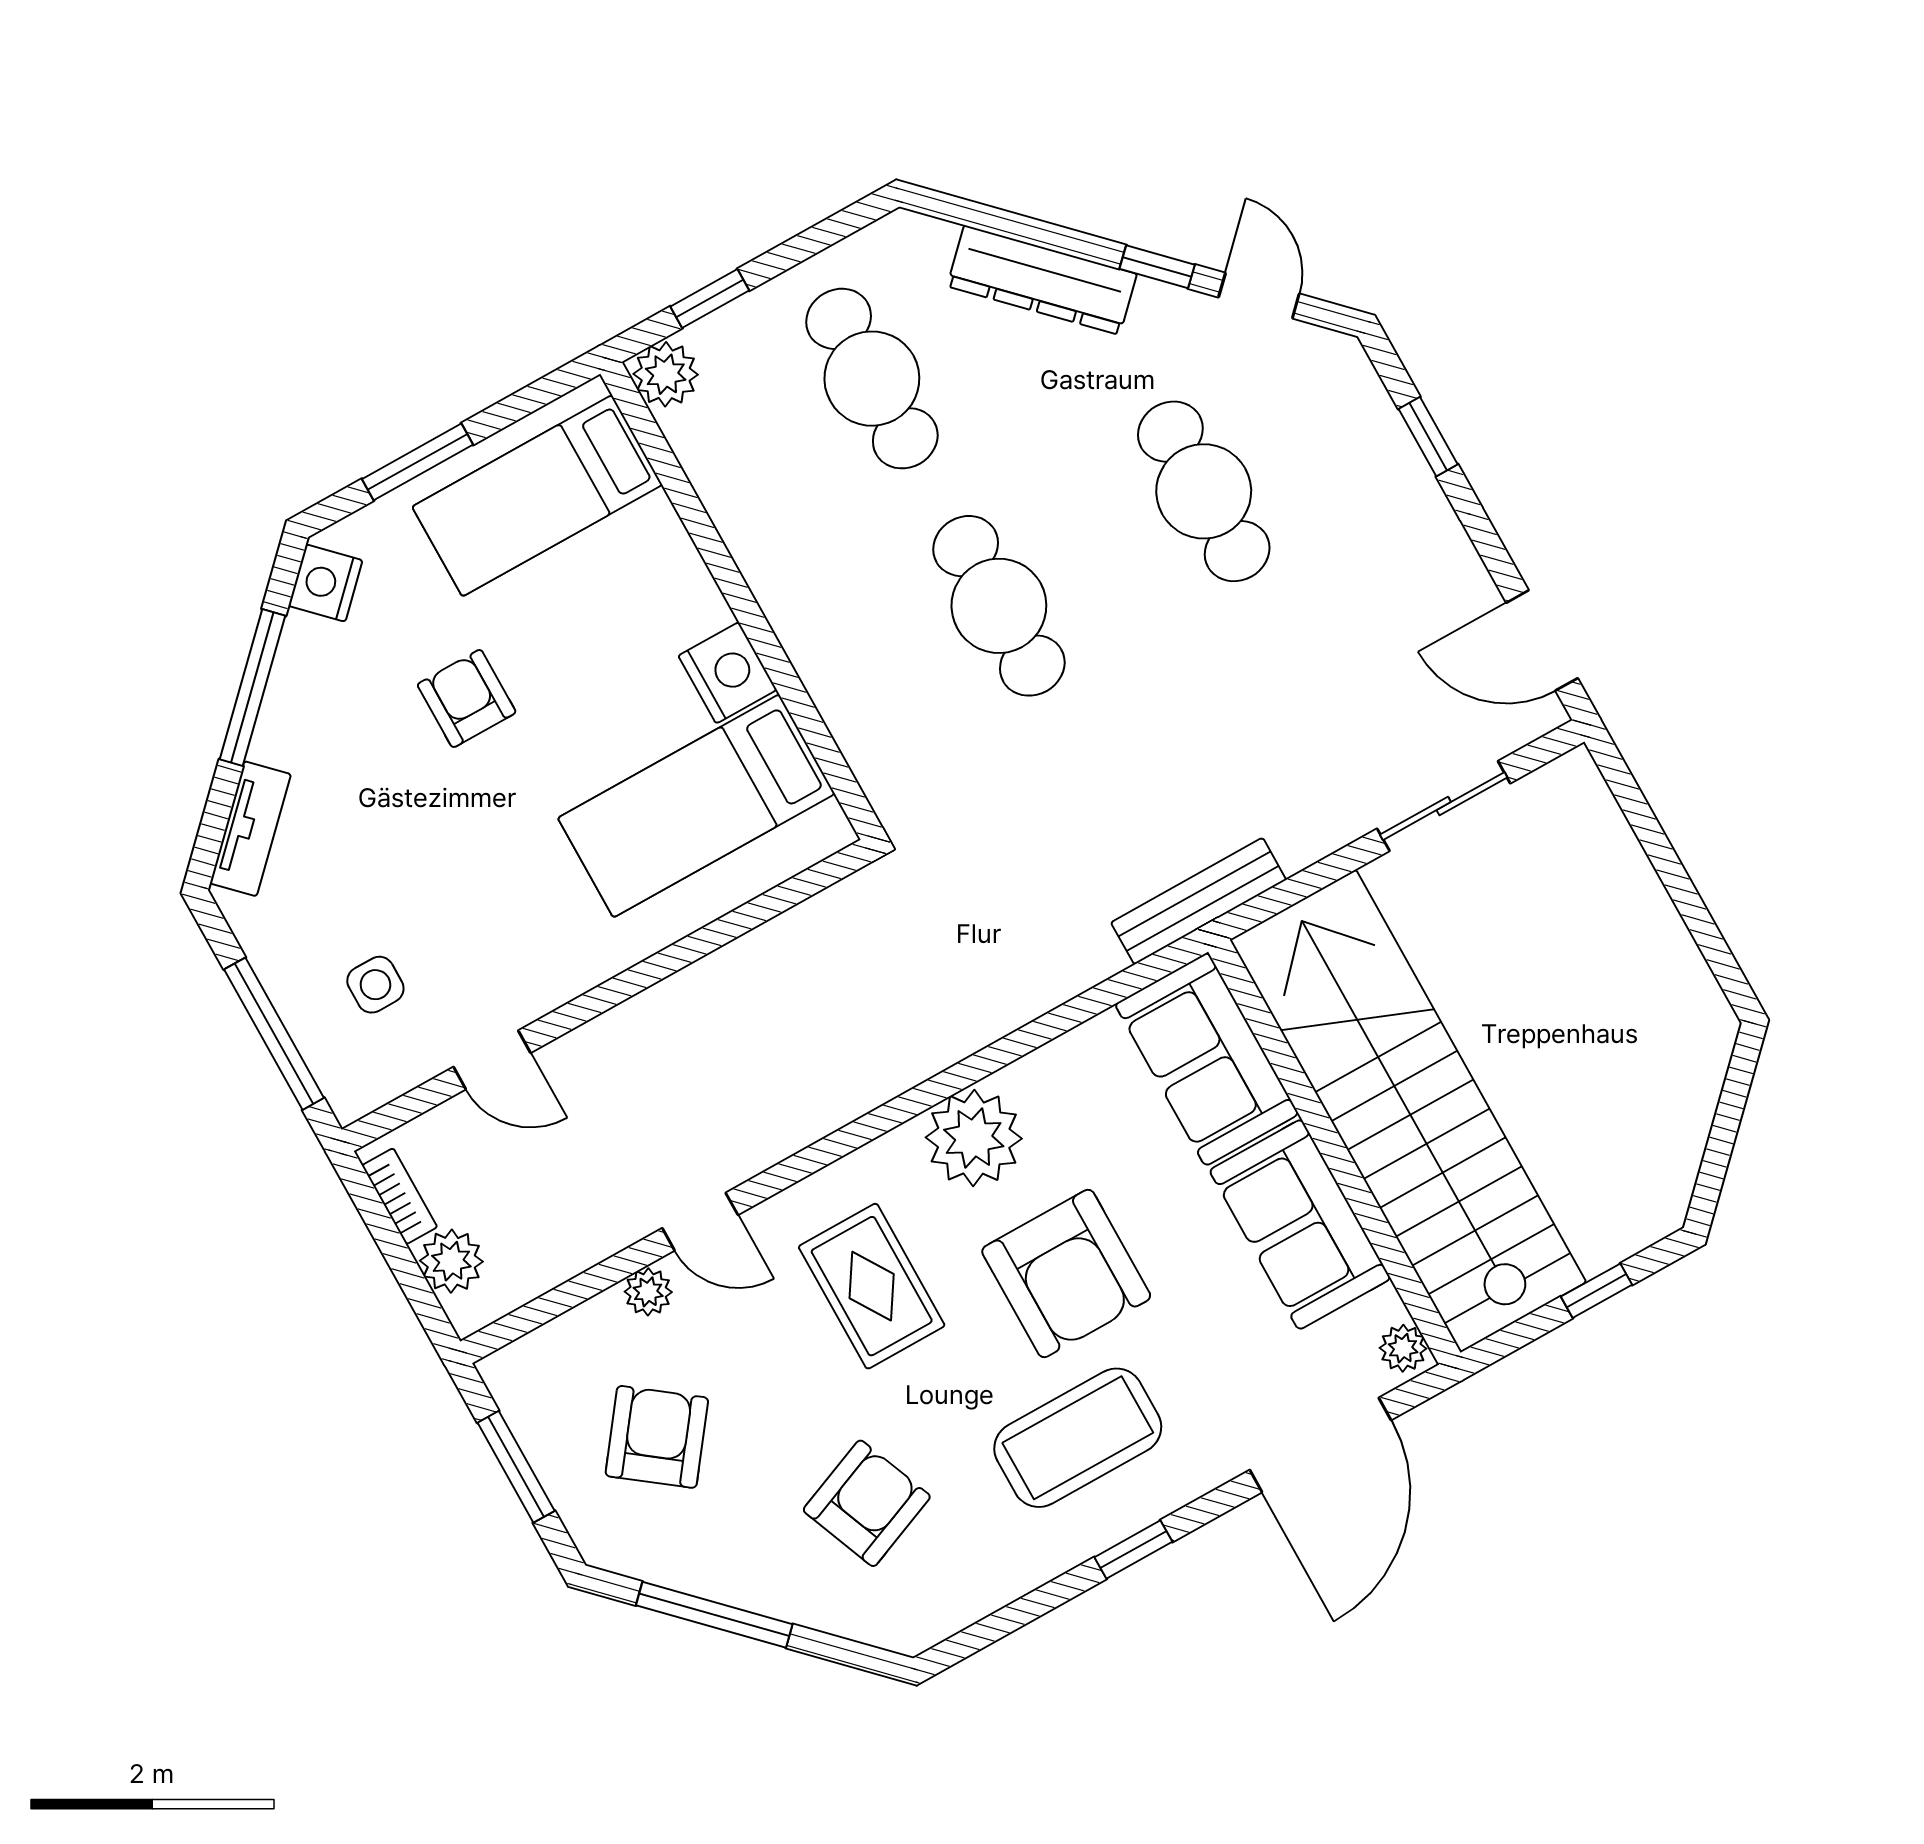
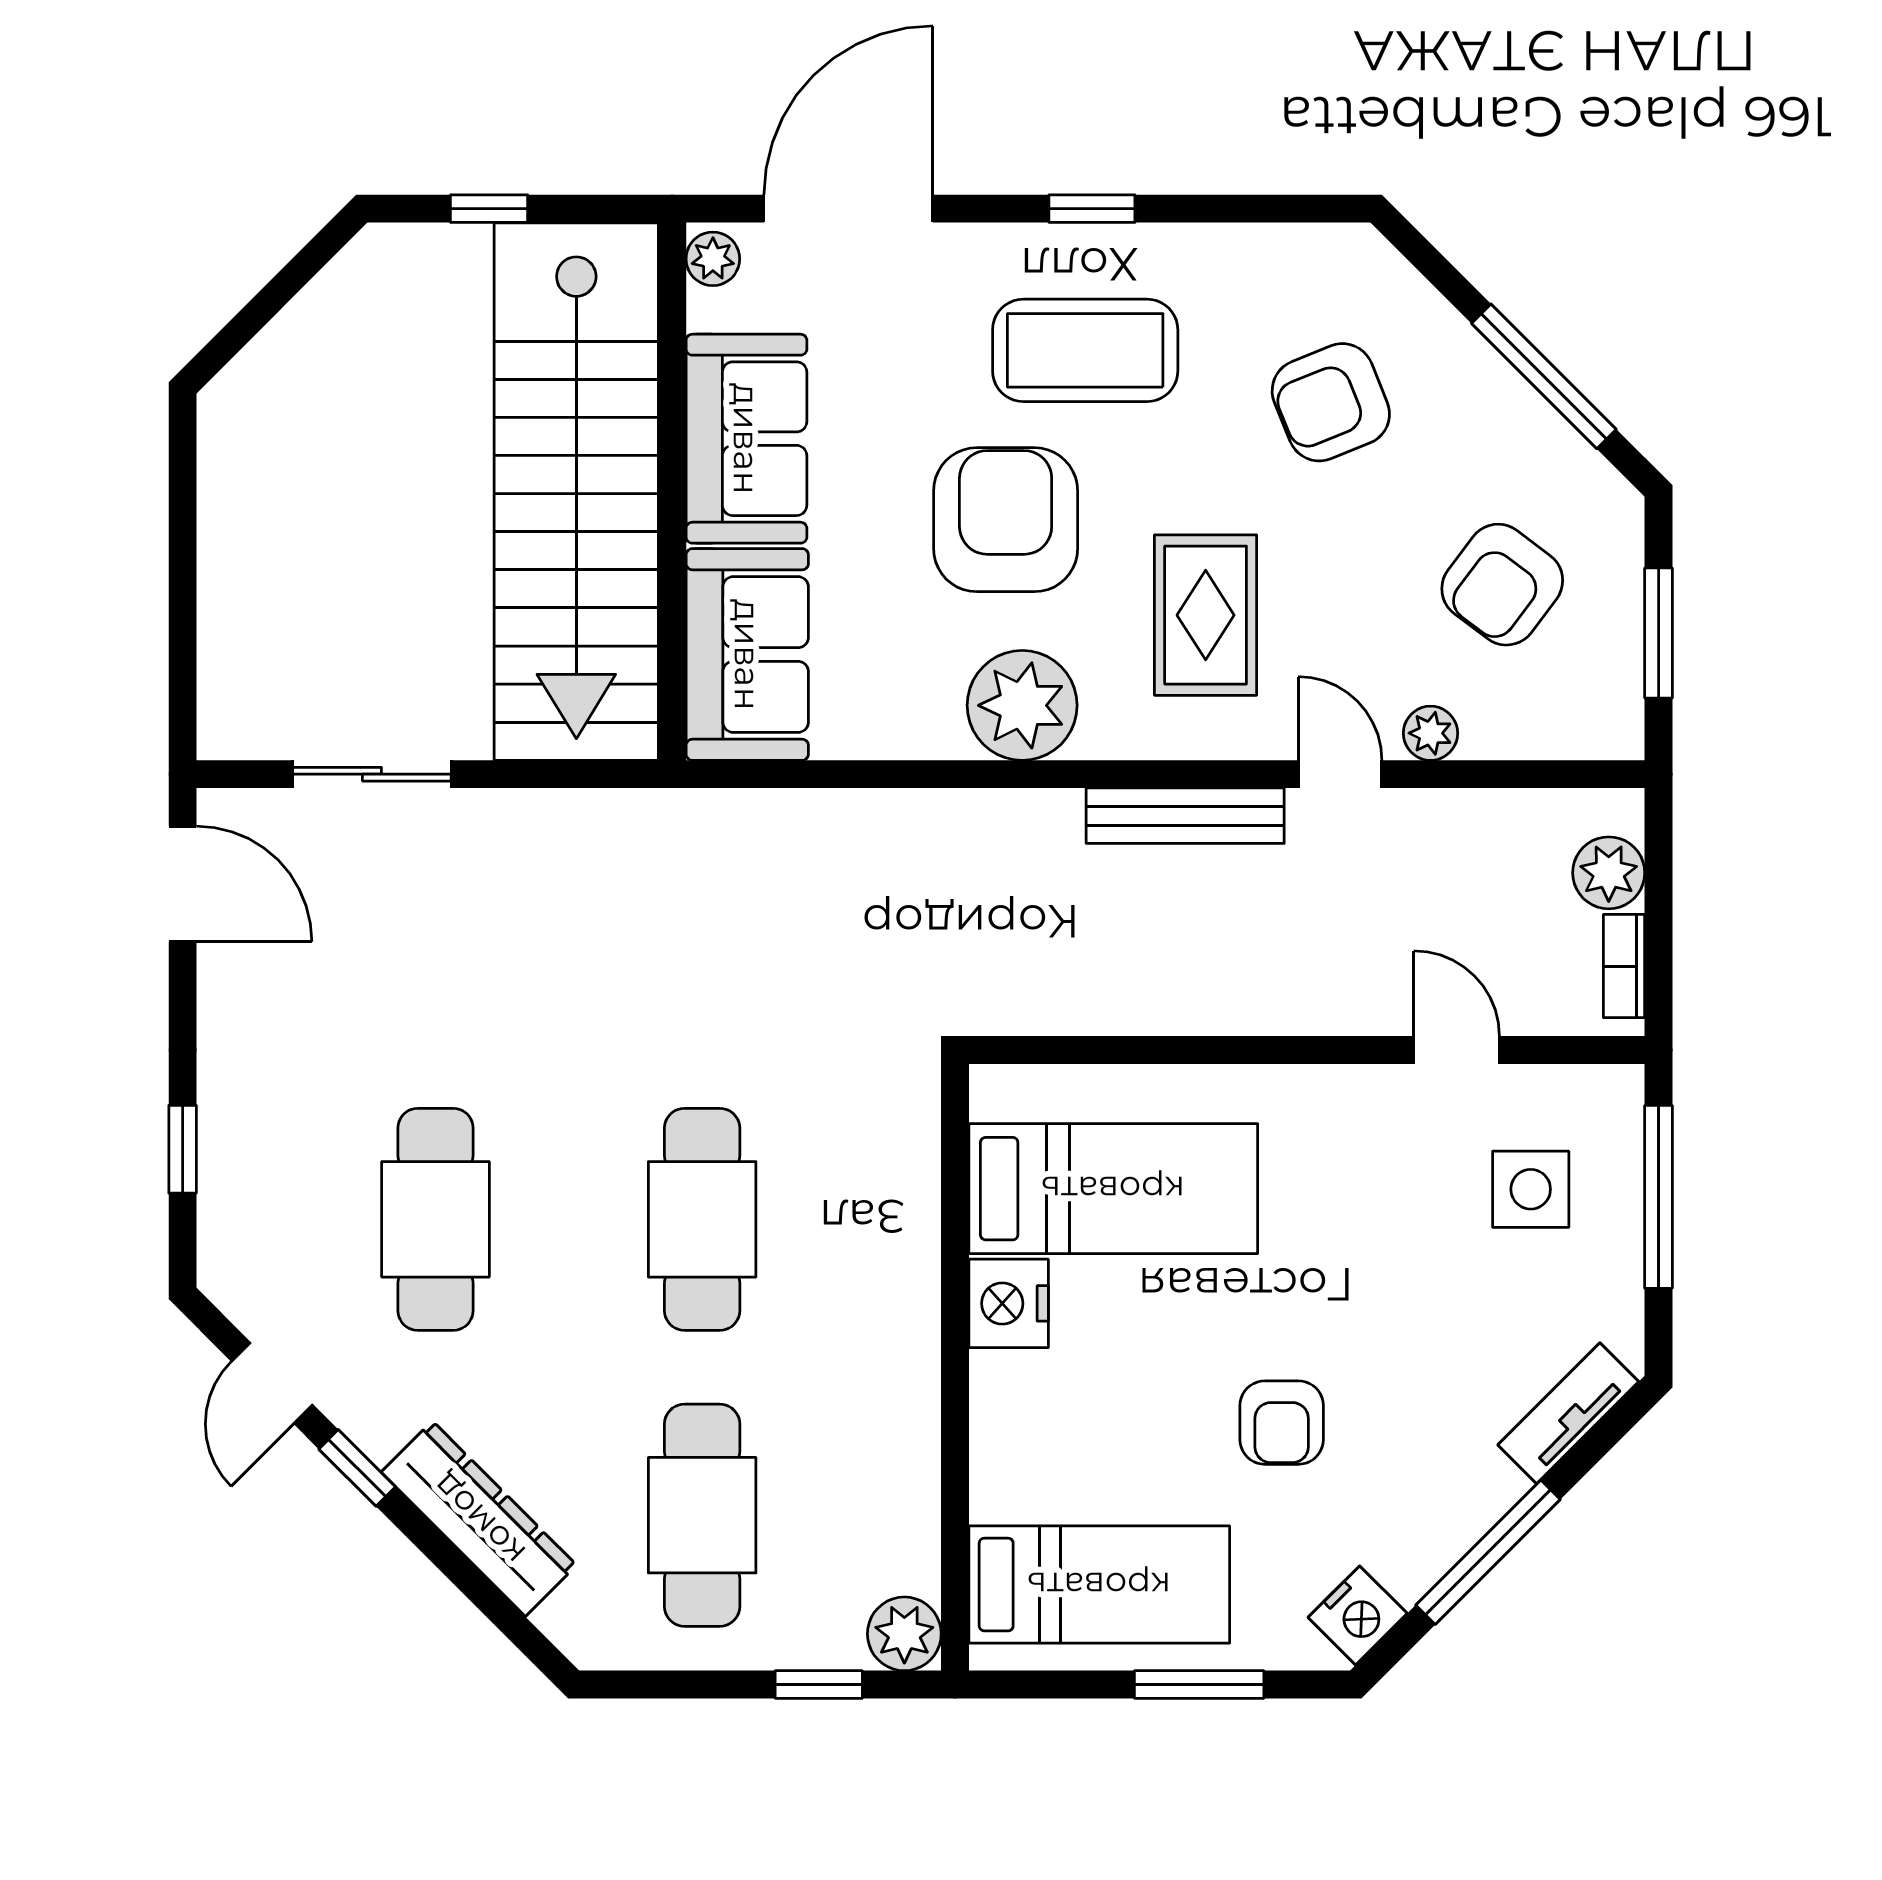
bench: (1199, 901) -> (1185, 816), moved
side table: (375, 985) -> (1531, 1189), width x1.37, depth x1.37

